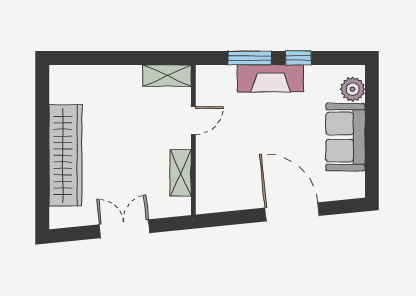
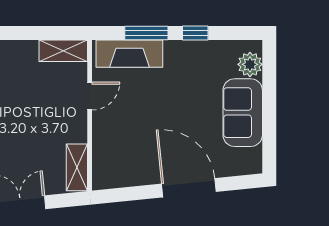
fireplace: (270, 78) -> (129, 54), moved
shelving: (181, 173) -> (77, 167), moved

